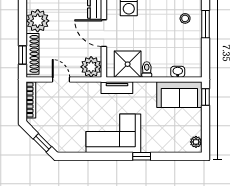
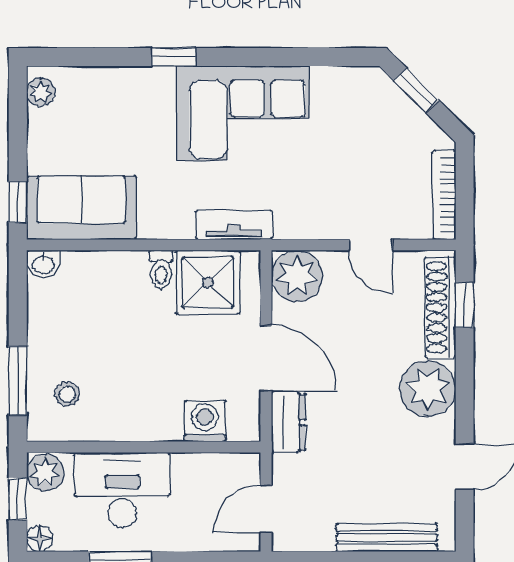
washbasin: (178, 72) -> (43, 264), moved

